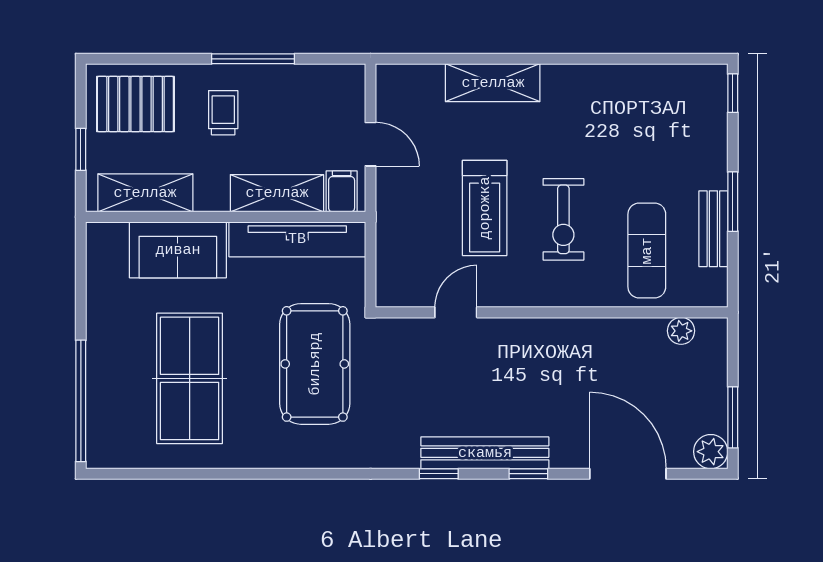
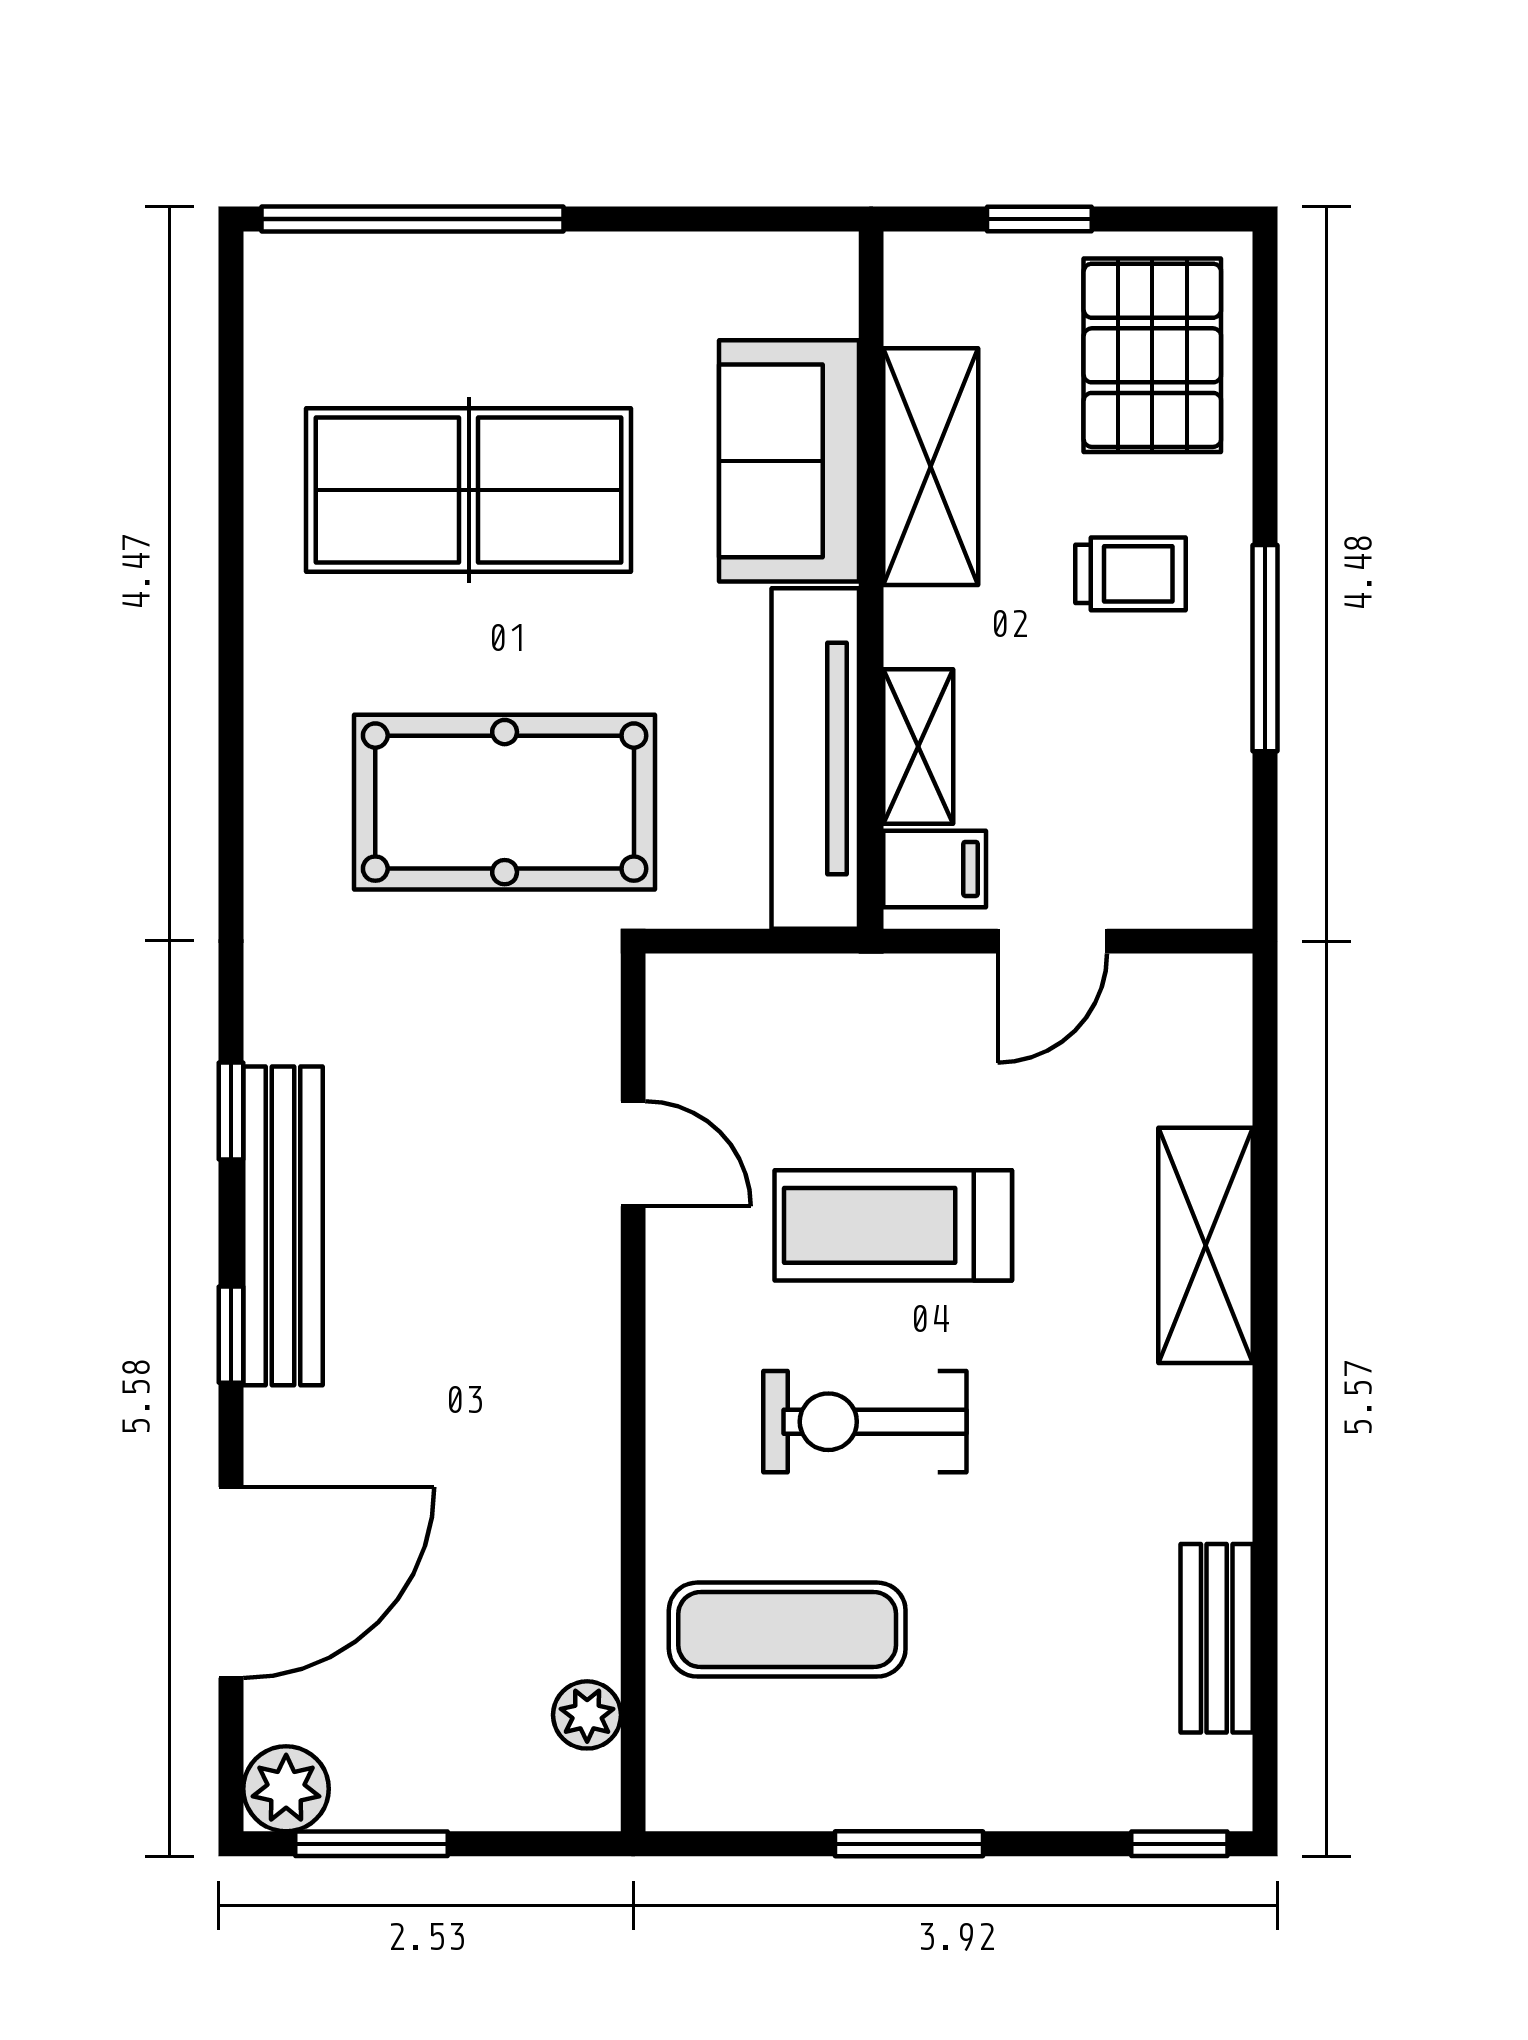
shelving: (145, 193) -> (931, 467), moved
shelving: (277, 193) -> (918, 747), width x0.67, depth x0.75
bench: (713, 229) -> (1217, 1638), moved, turned 90

